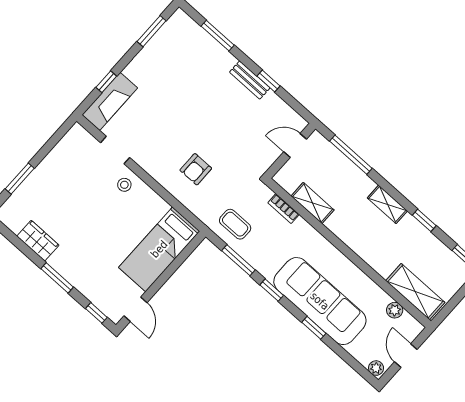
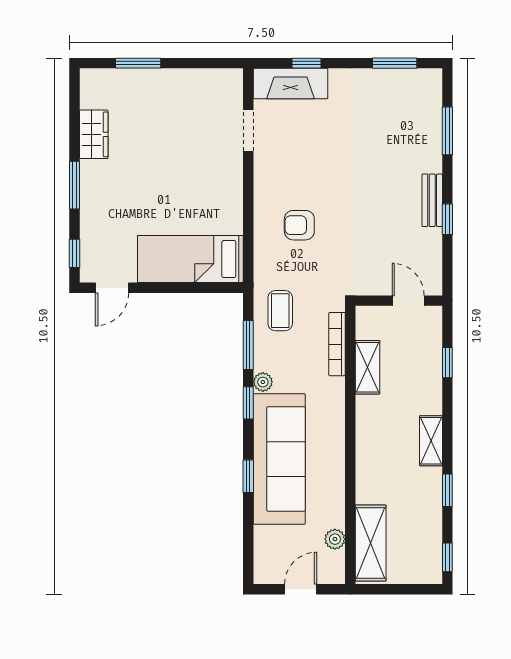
window: (351, 155) -> (447, 363), width x0.46
stool: (124, 185) -> (223, 170), removed
bookcase: (284, 209) -> (337, 344), width x1.56
plant: (376, 368) -> (263, 382), moved

